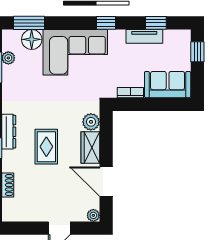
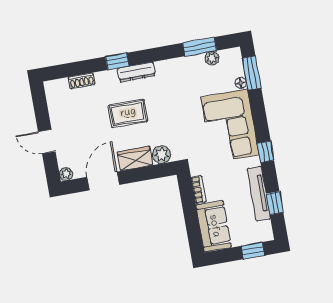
tv unit: (144, 36) -> (259, 194), width x1.41
floor lamp: (32, 39) -> (241, 83), width x0.53, depth x0.53

